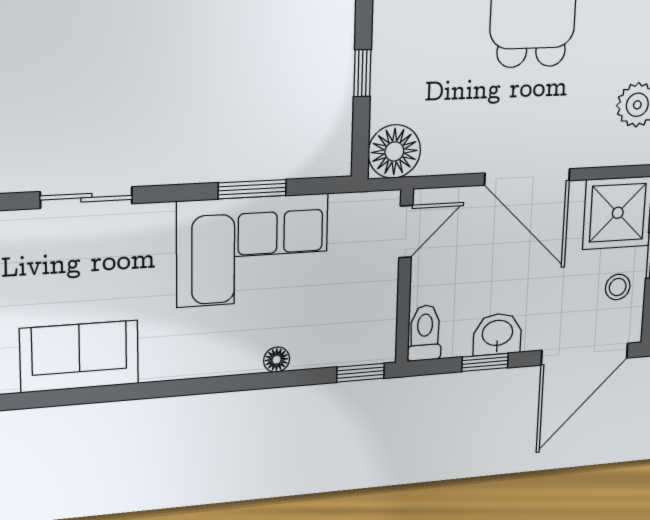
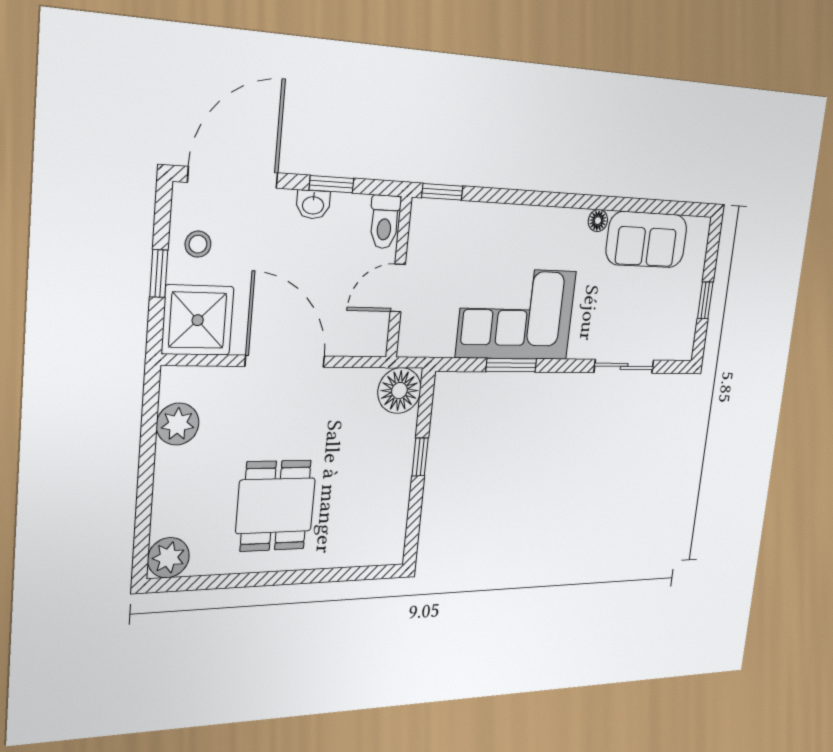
door: (406, 232) -> (398, 288), moved
washbasin: (497, 334) -> (313, 205), width x0.72, depth x0.69
floor lamp: (277, 360) -> (598, 221), moved

